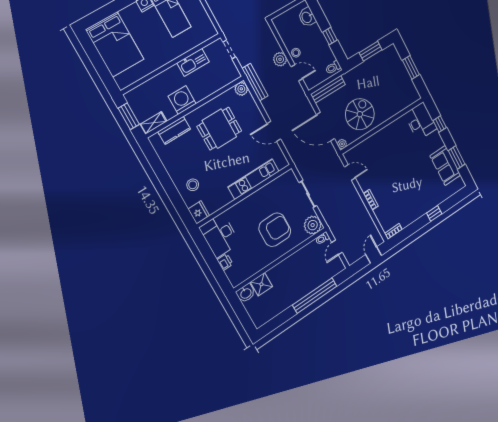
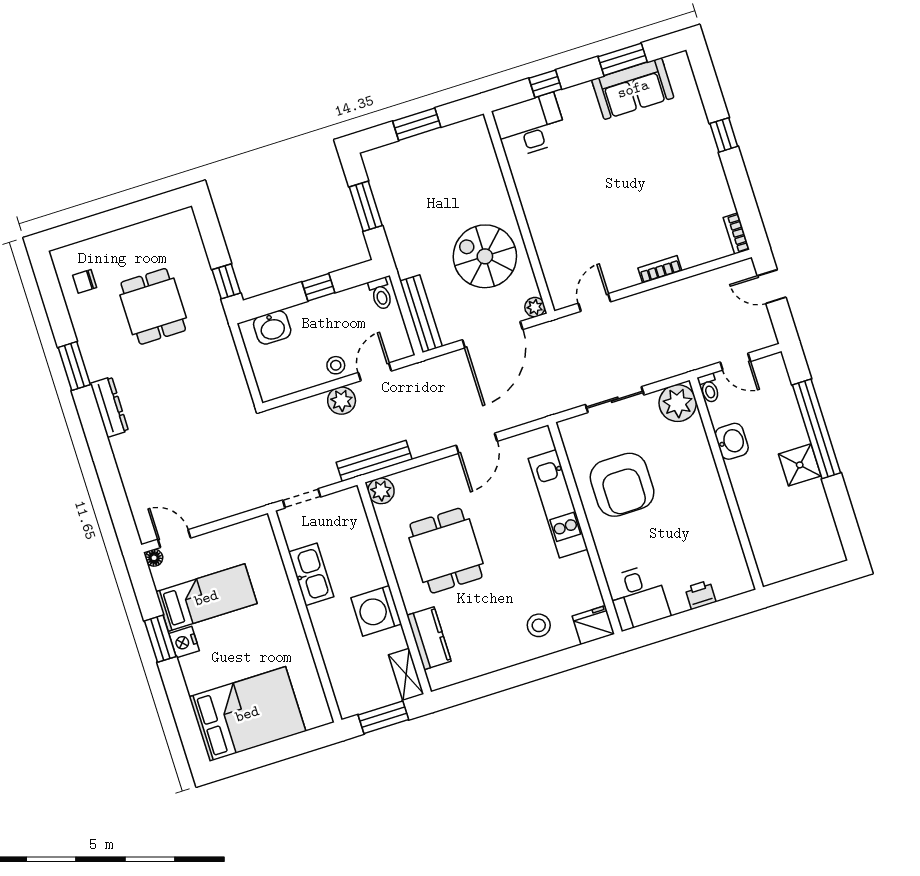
armchair: (275, 230) -> (622, 485), moved, turned 180
desk: (220, 235) -> (638, 597), width x0.73
shower: (261, 284) -> (800, 465), moved
washbasin: (246, 293) -> (732, 441), moved

